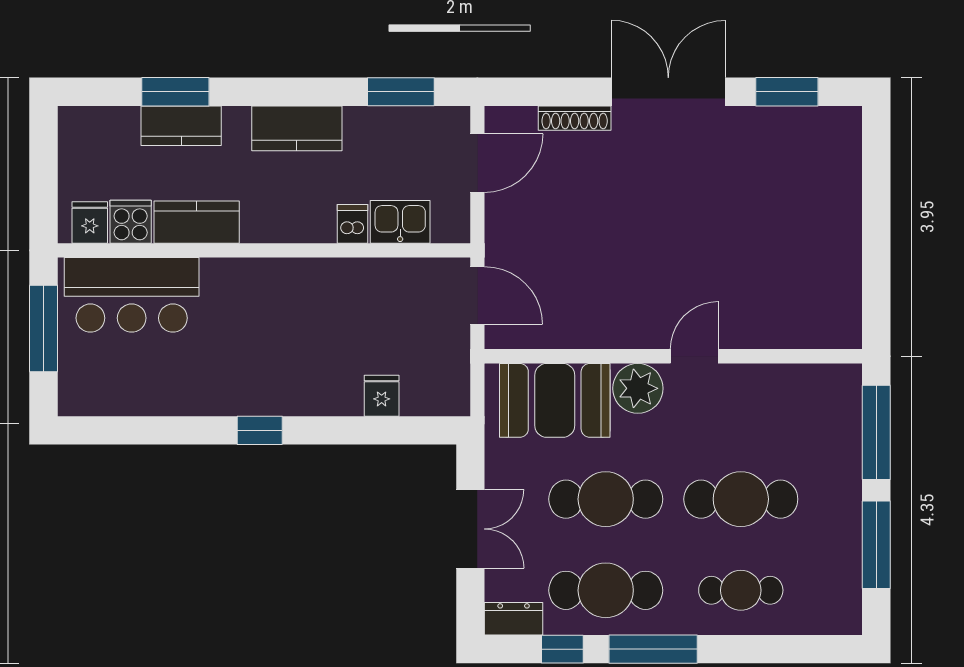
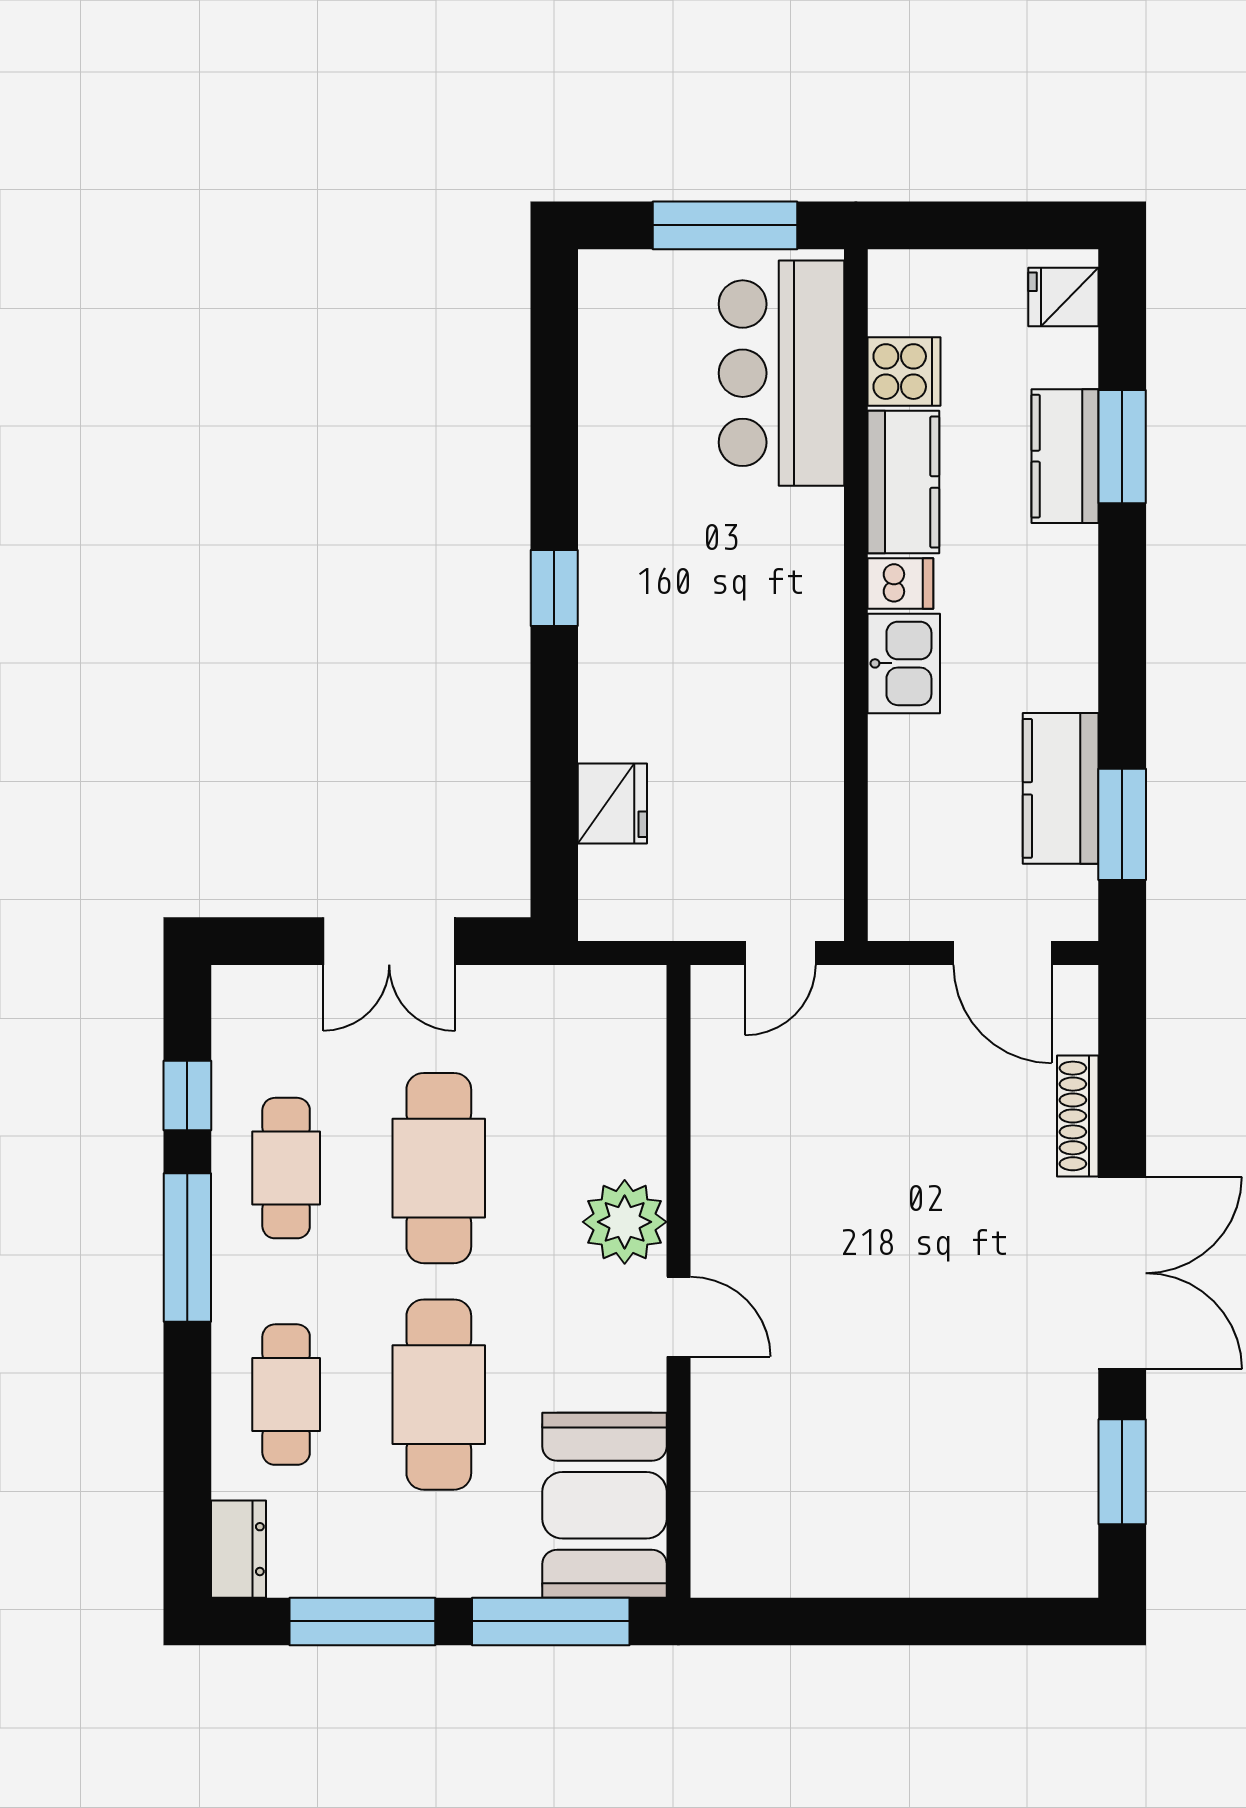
kitchen counter: (297, 128) -> (1061, 788), moved
fridge: (90, 222) -> (1063, 297), moved, turned 180
kitchen sink: (400, 222) -> (904, 663), moved
dishwasher: (352, 224) -> (900, 583), moved
door: (477, 296) -> (780, 953), width x0.73
fridge: (382, 396) -> (612, 803), width x1.38
booth: (555, 400) -> (604, 1505), moved
cafe table: (606, 590) -> (286, 1168), width x0.73, depth x0.74
dresser: (514, 619) -> (238, 1549), moved

